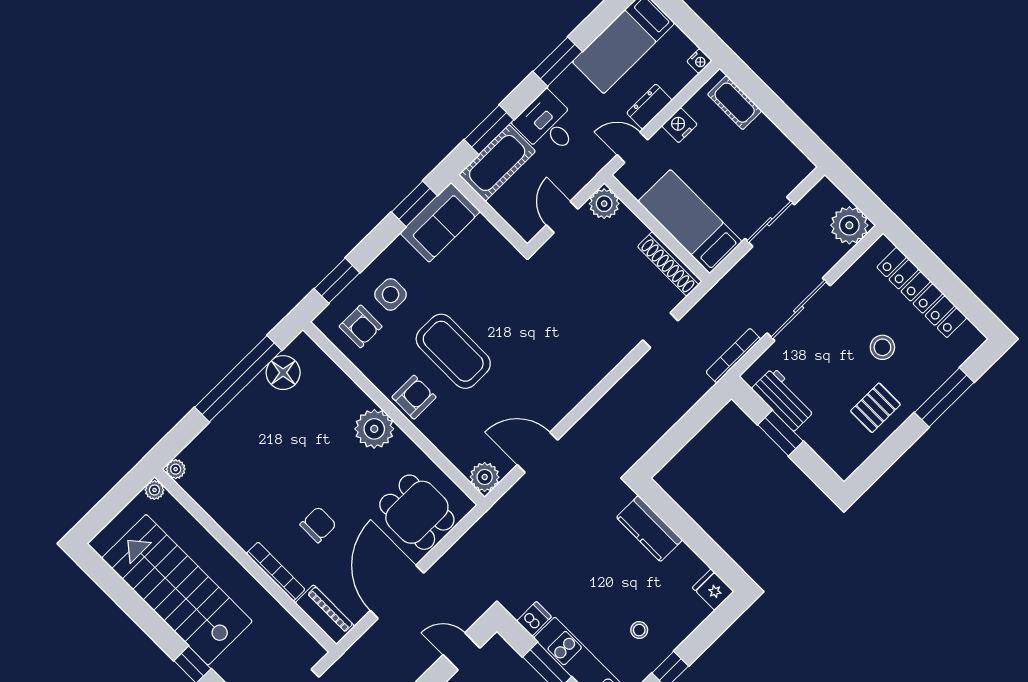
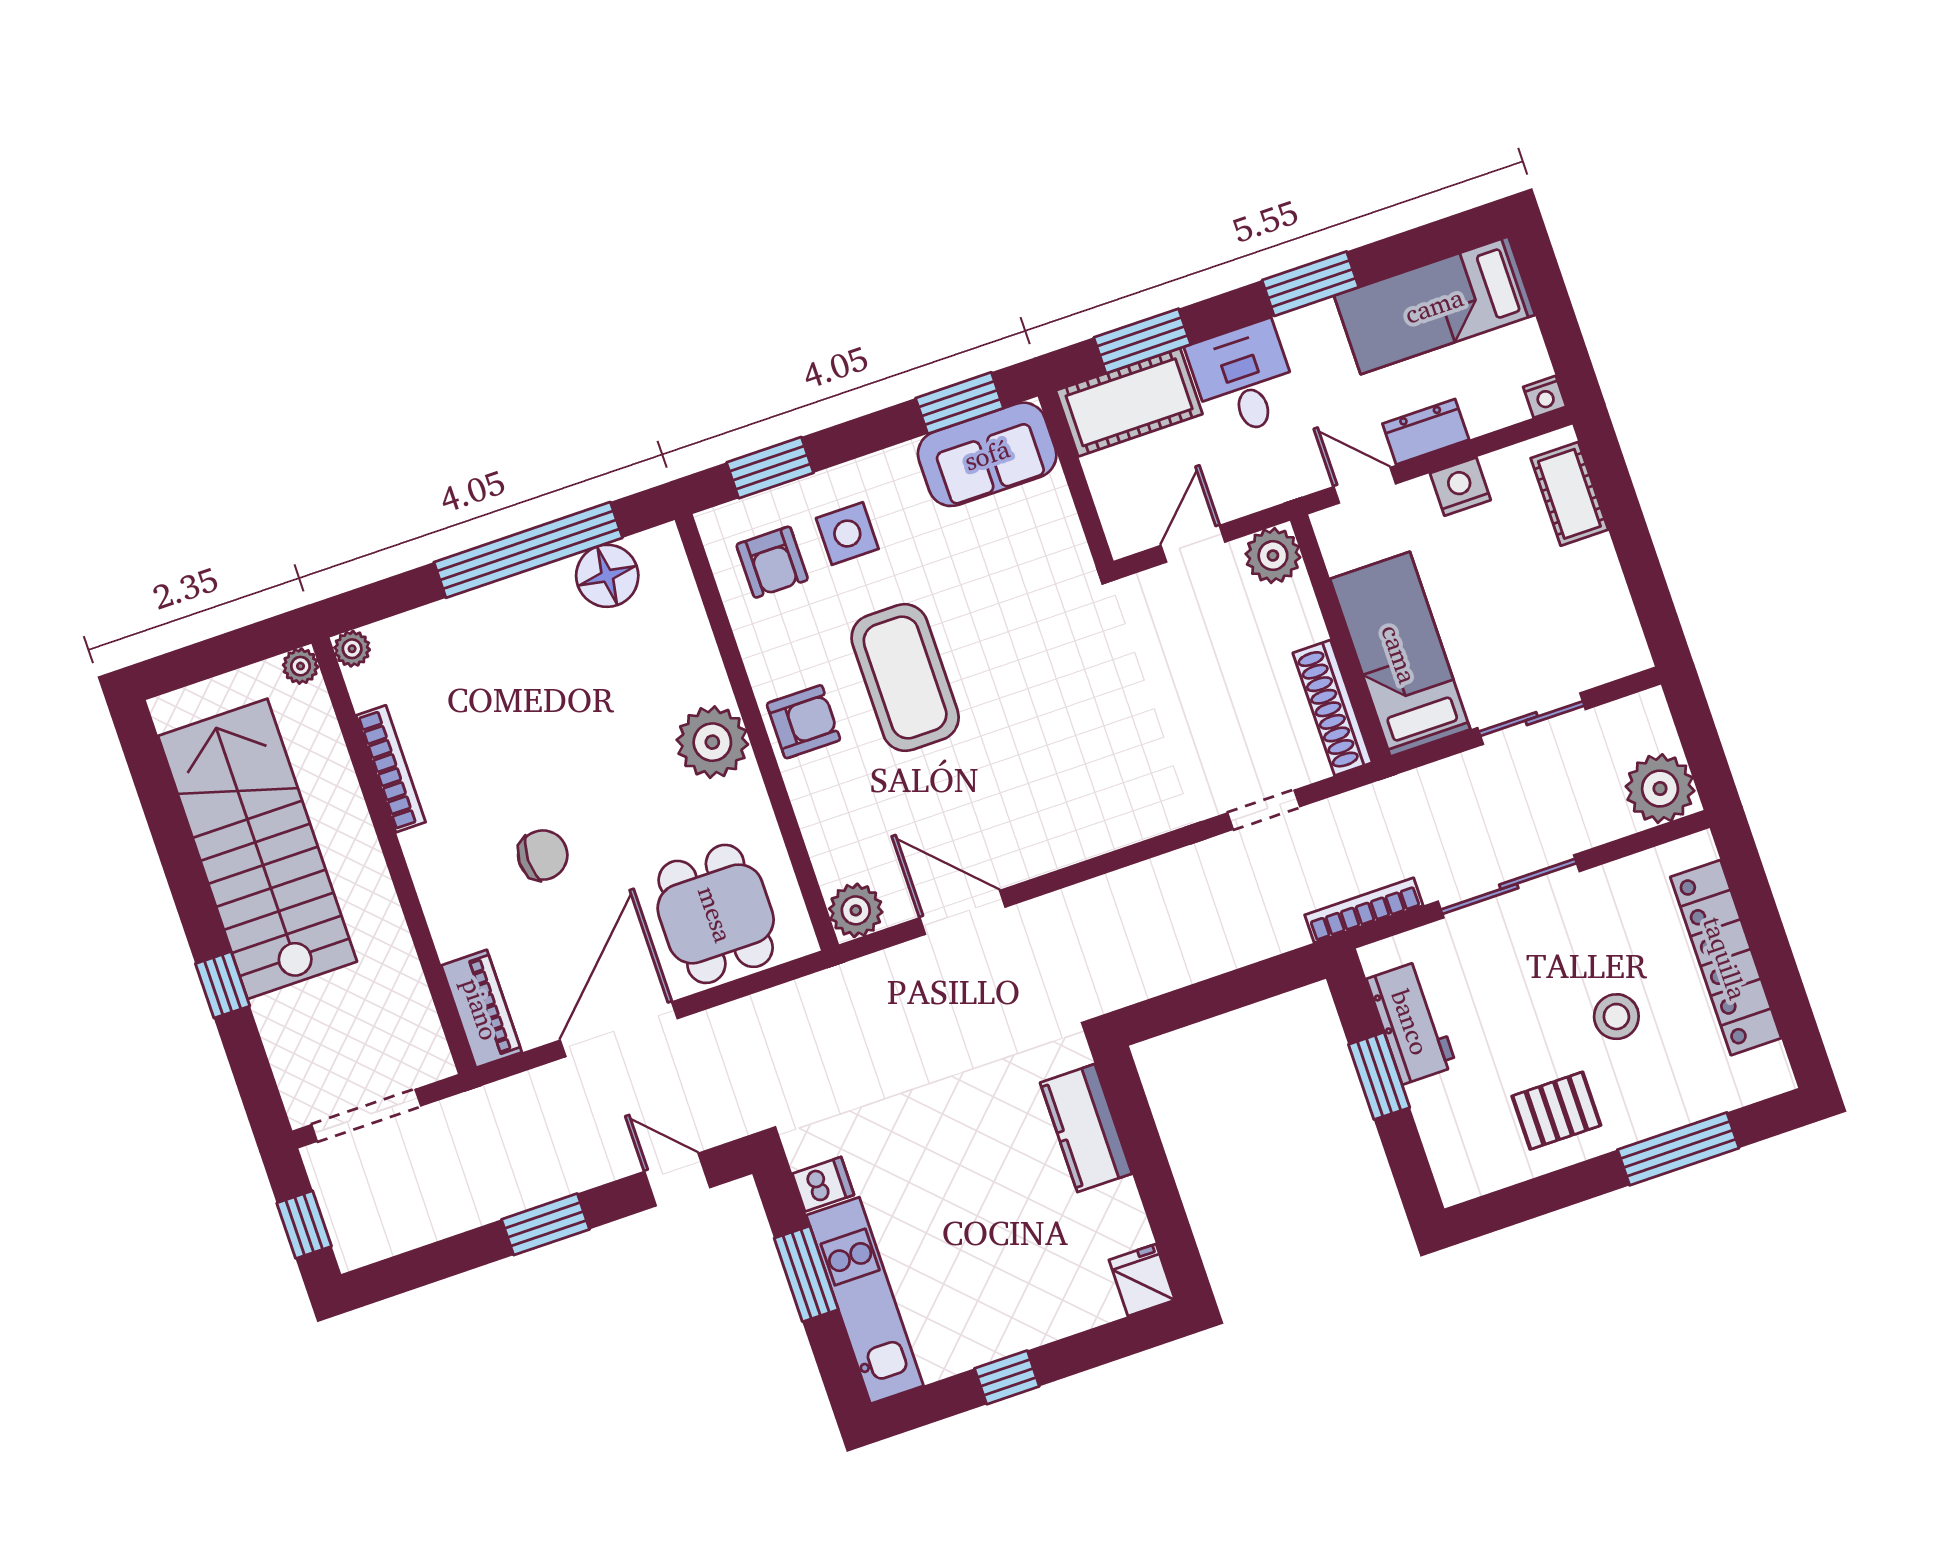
bookcase: (276, 572) -> (391, 769), moved
stool: (639, 630) -> (988, 1287), removed

